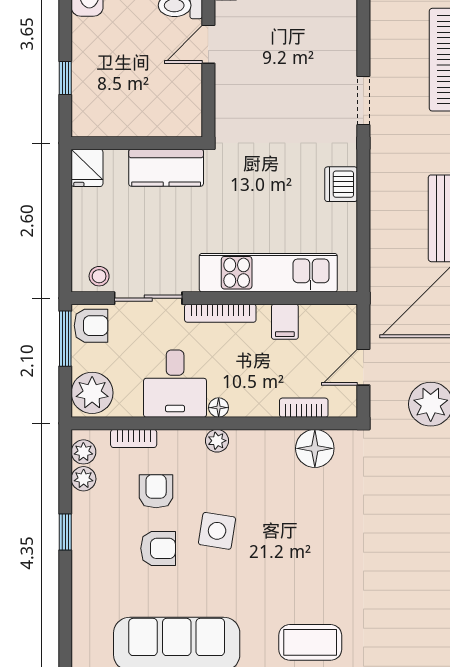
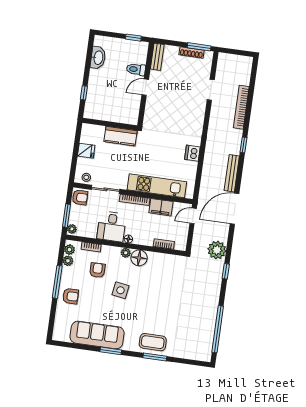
doorway: (363, 100) -> (211, 90), moved
fridge: (87, 168) -> (86, 151), moved, turned -90
filing cabinet: (285, 322) -> (161, 207), width x2.00
window: (65, 339) -> (67, 216), moved
door: (363, 367) -> (193, 216), moved
plant: (92, 393) -> (72, 229), width x0.53, depth x0.53
floor lamp: (315, 448) -> (139, 258), moved
window: (65, 532) -> (57, 282), width x2.17
armchair: (158, 548) -> (70, 296), moved

